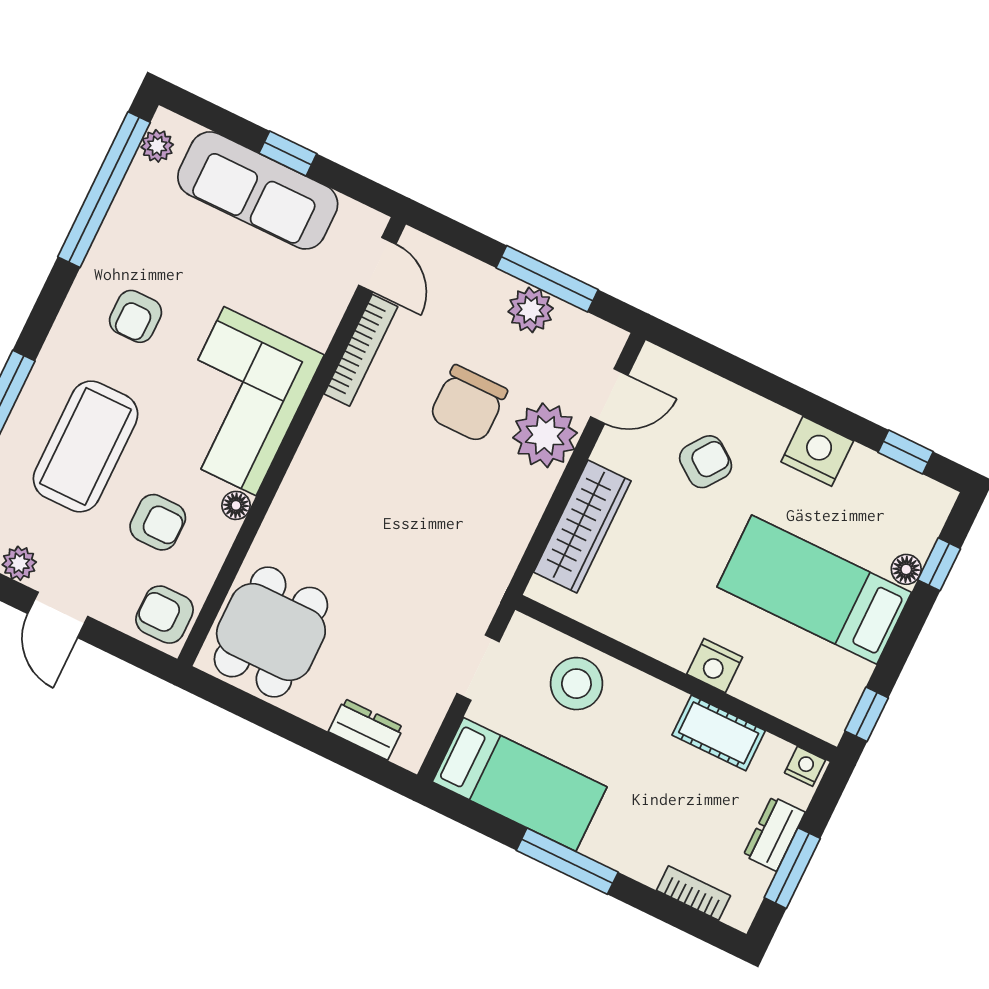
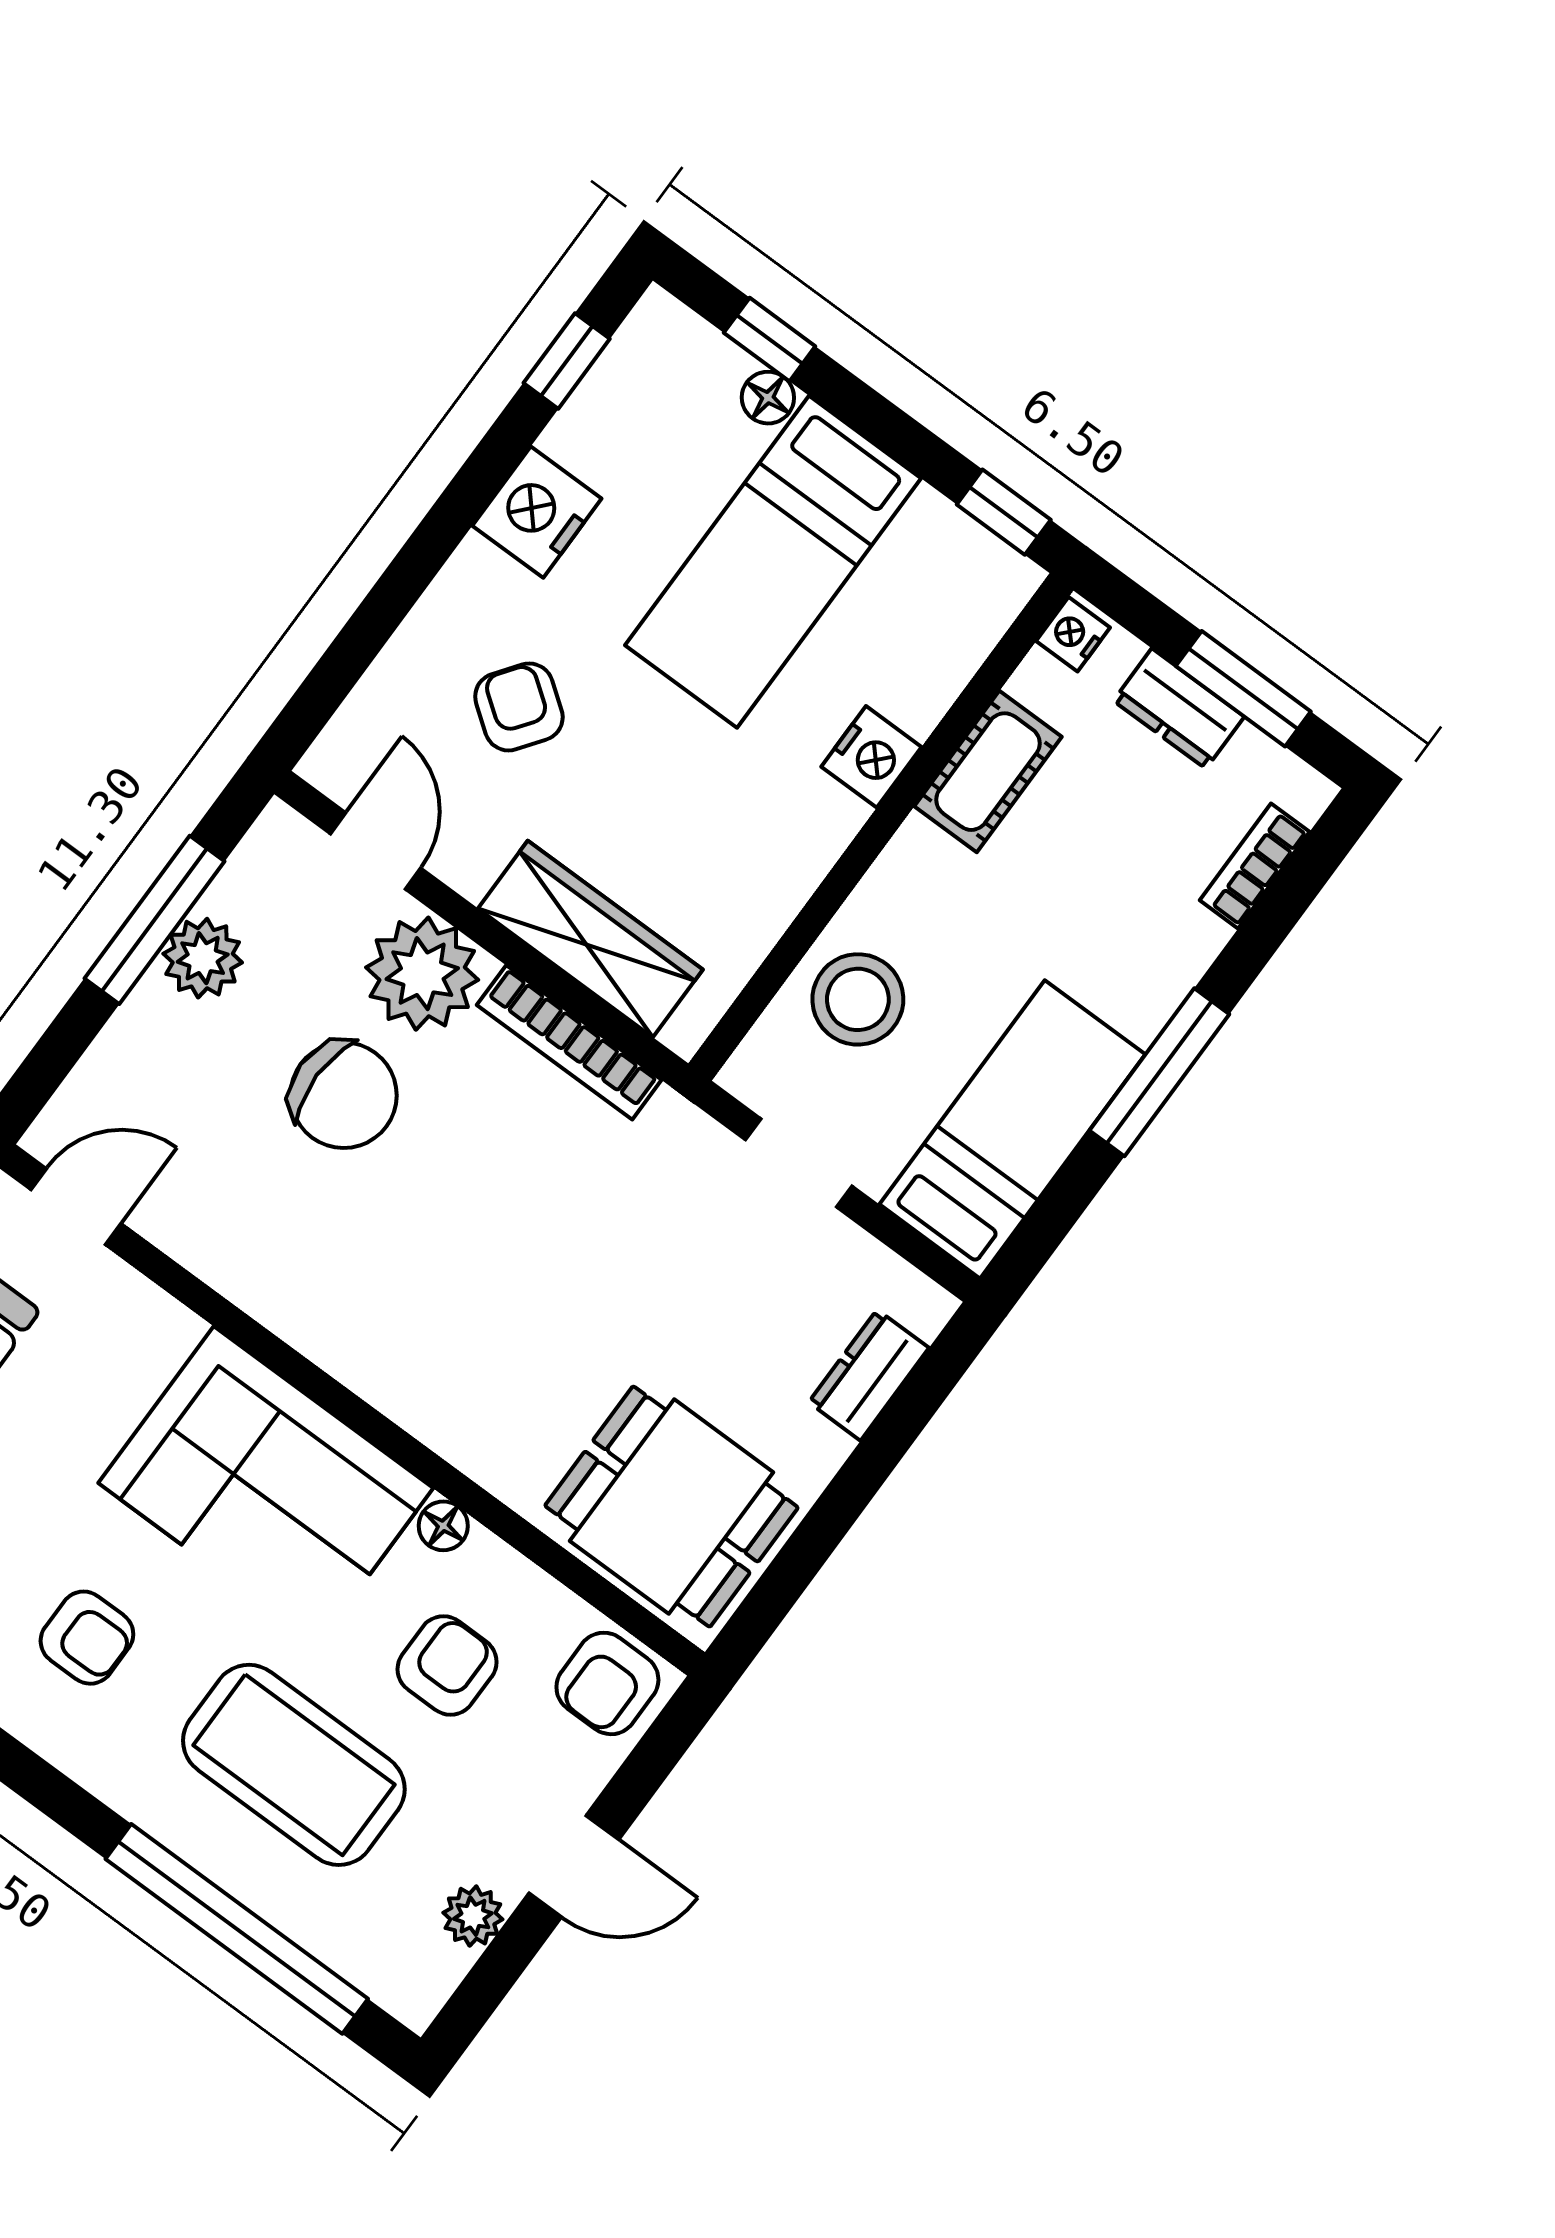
bookcase: (361, 350) -> (569, 1042), moved, turned 180

